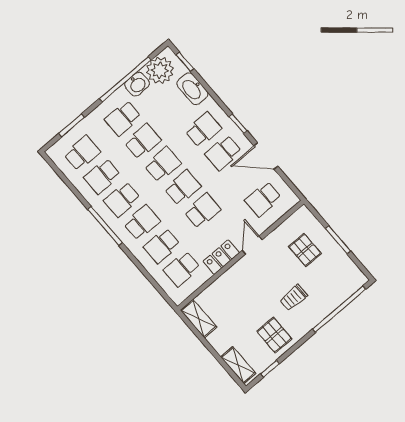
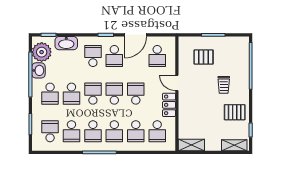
school desk: (143, 141) -> (71, 94), turned 180
school desk: (142, 223) -> (114, 131), turned 180

